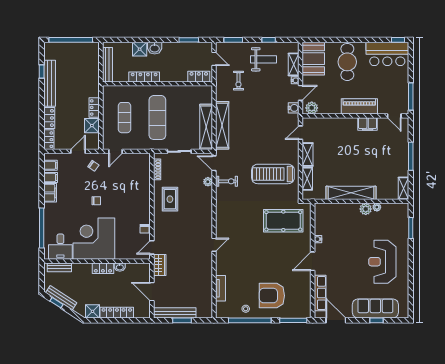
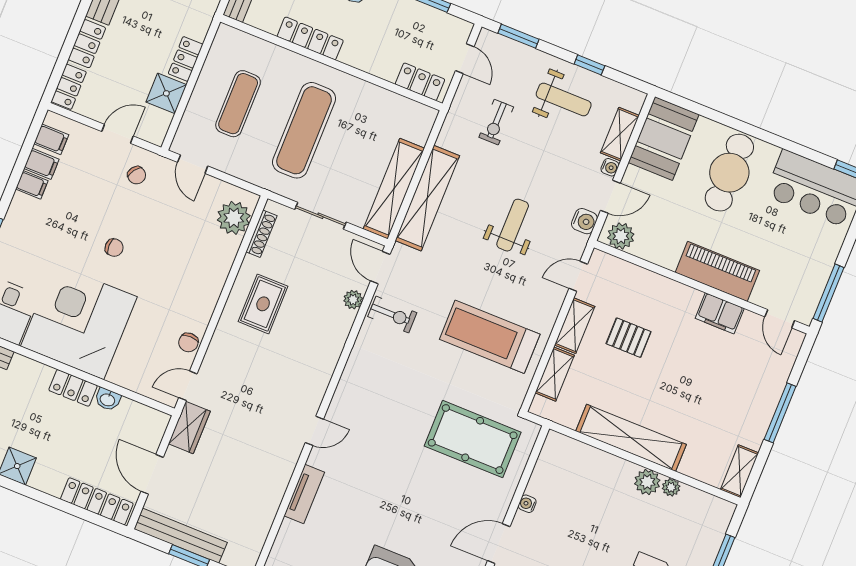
weight bench: (263, 122) -> (513, 225), added
pallet: (333, 150) -> (629, 338), added
door: (115, 151) -> (193, 164), hinge flipped
plant: (142, 167) -> (234, 218), added
filing cabinet: (50, 193) -> (32, 185), width x0.50
tv unit: (221, 288) -> (304, 494), moved
locker: (117, 313) -> (97, 501), moved

